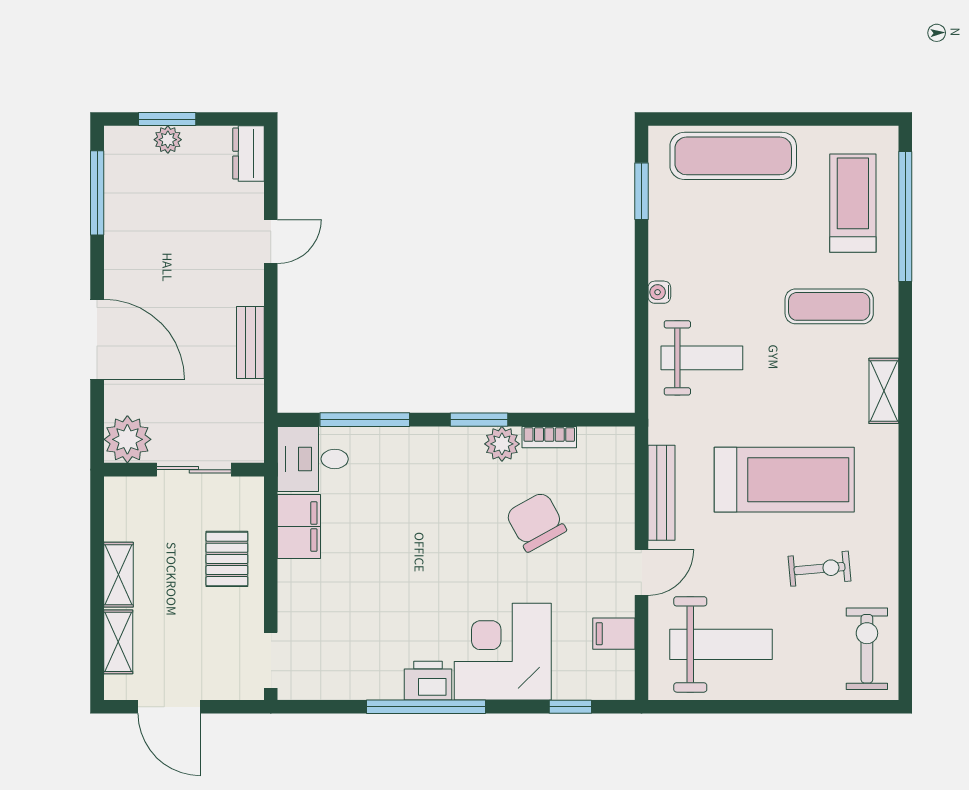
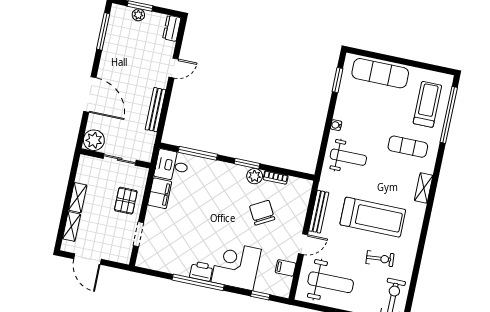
bench: (250, 342) -> (155, 110), width x1.36
doorway: (271, 660) -> (138, 234), moved

